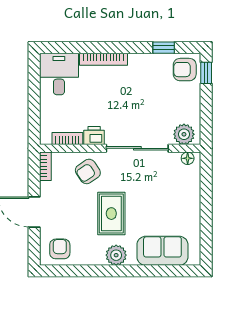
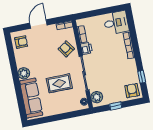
window: (206, 73) -> (116, 106), moved
rug: (111, 214) -> (59, 83), moved
sofa: (162, 251) -> (31, 98), width x1.36

